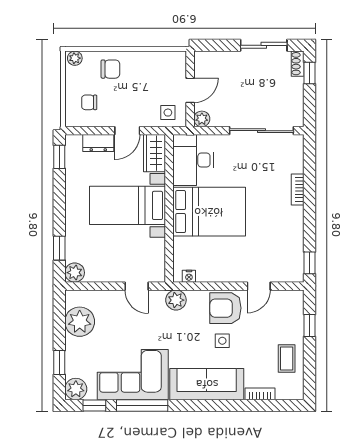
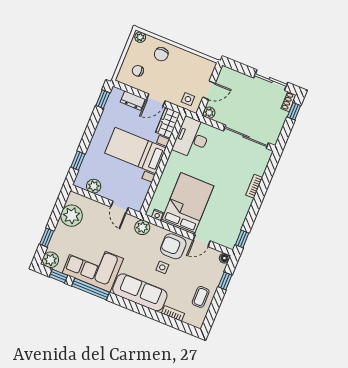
chair: (110, 69) -> (161, 54), turned 90
bed: (209, 212) -> (187, 203), moved, turned -90
plant: (75, 273) -> (94, 186), moved
floor lamp: (297, 297) -> (224, 258), added

